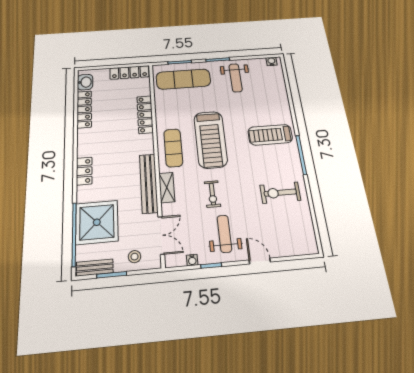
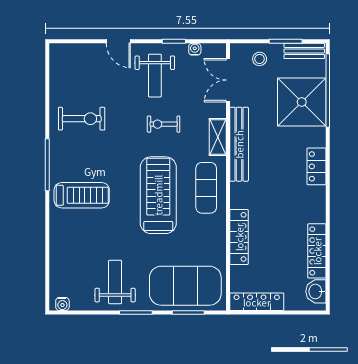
exercise mat: (183, 79) -> (185, 286), width x1.47
exercise bike: (212, 194) -> (164, 124), turned -90

